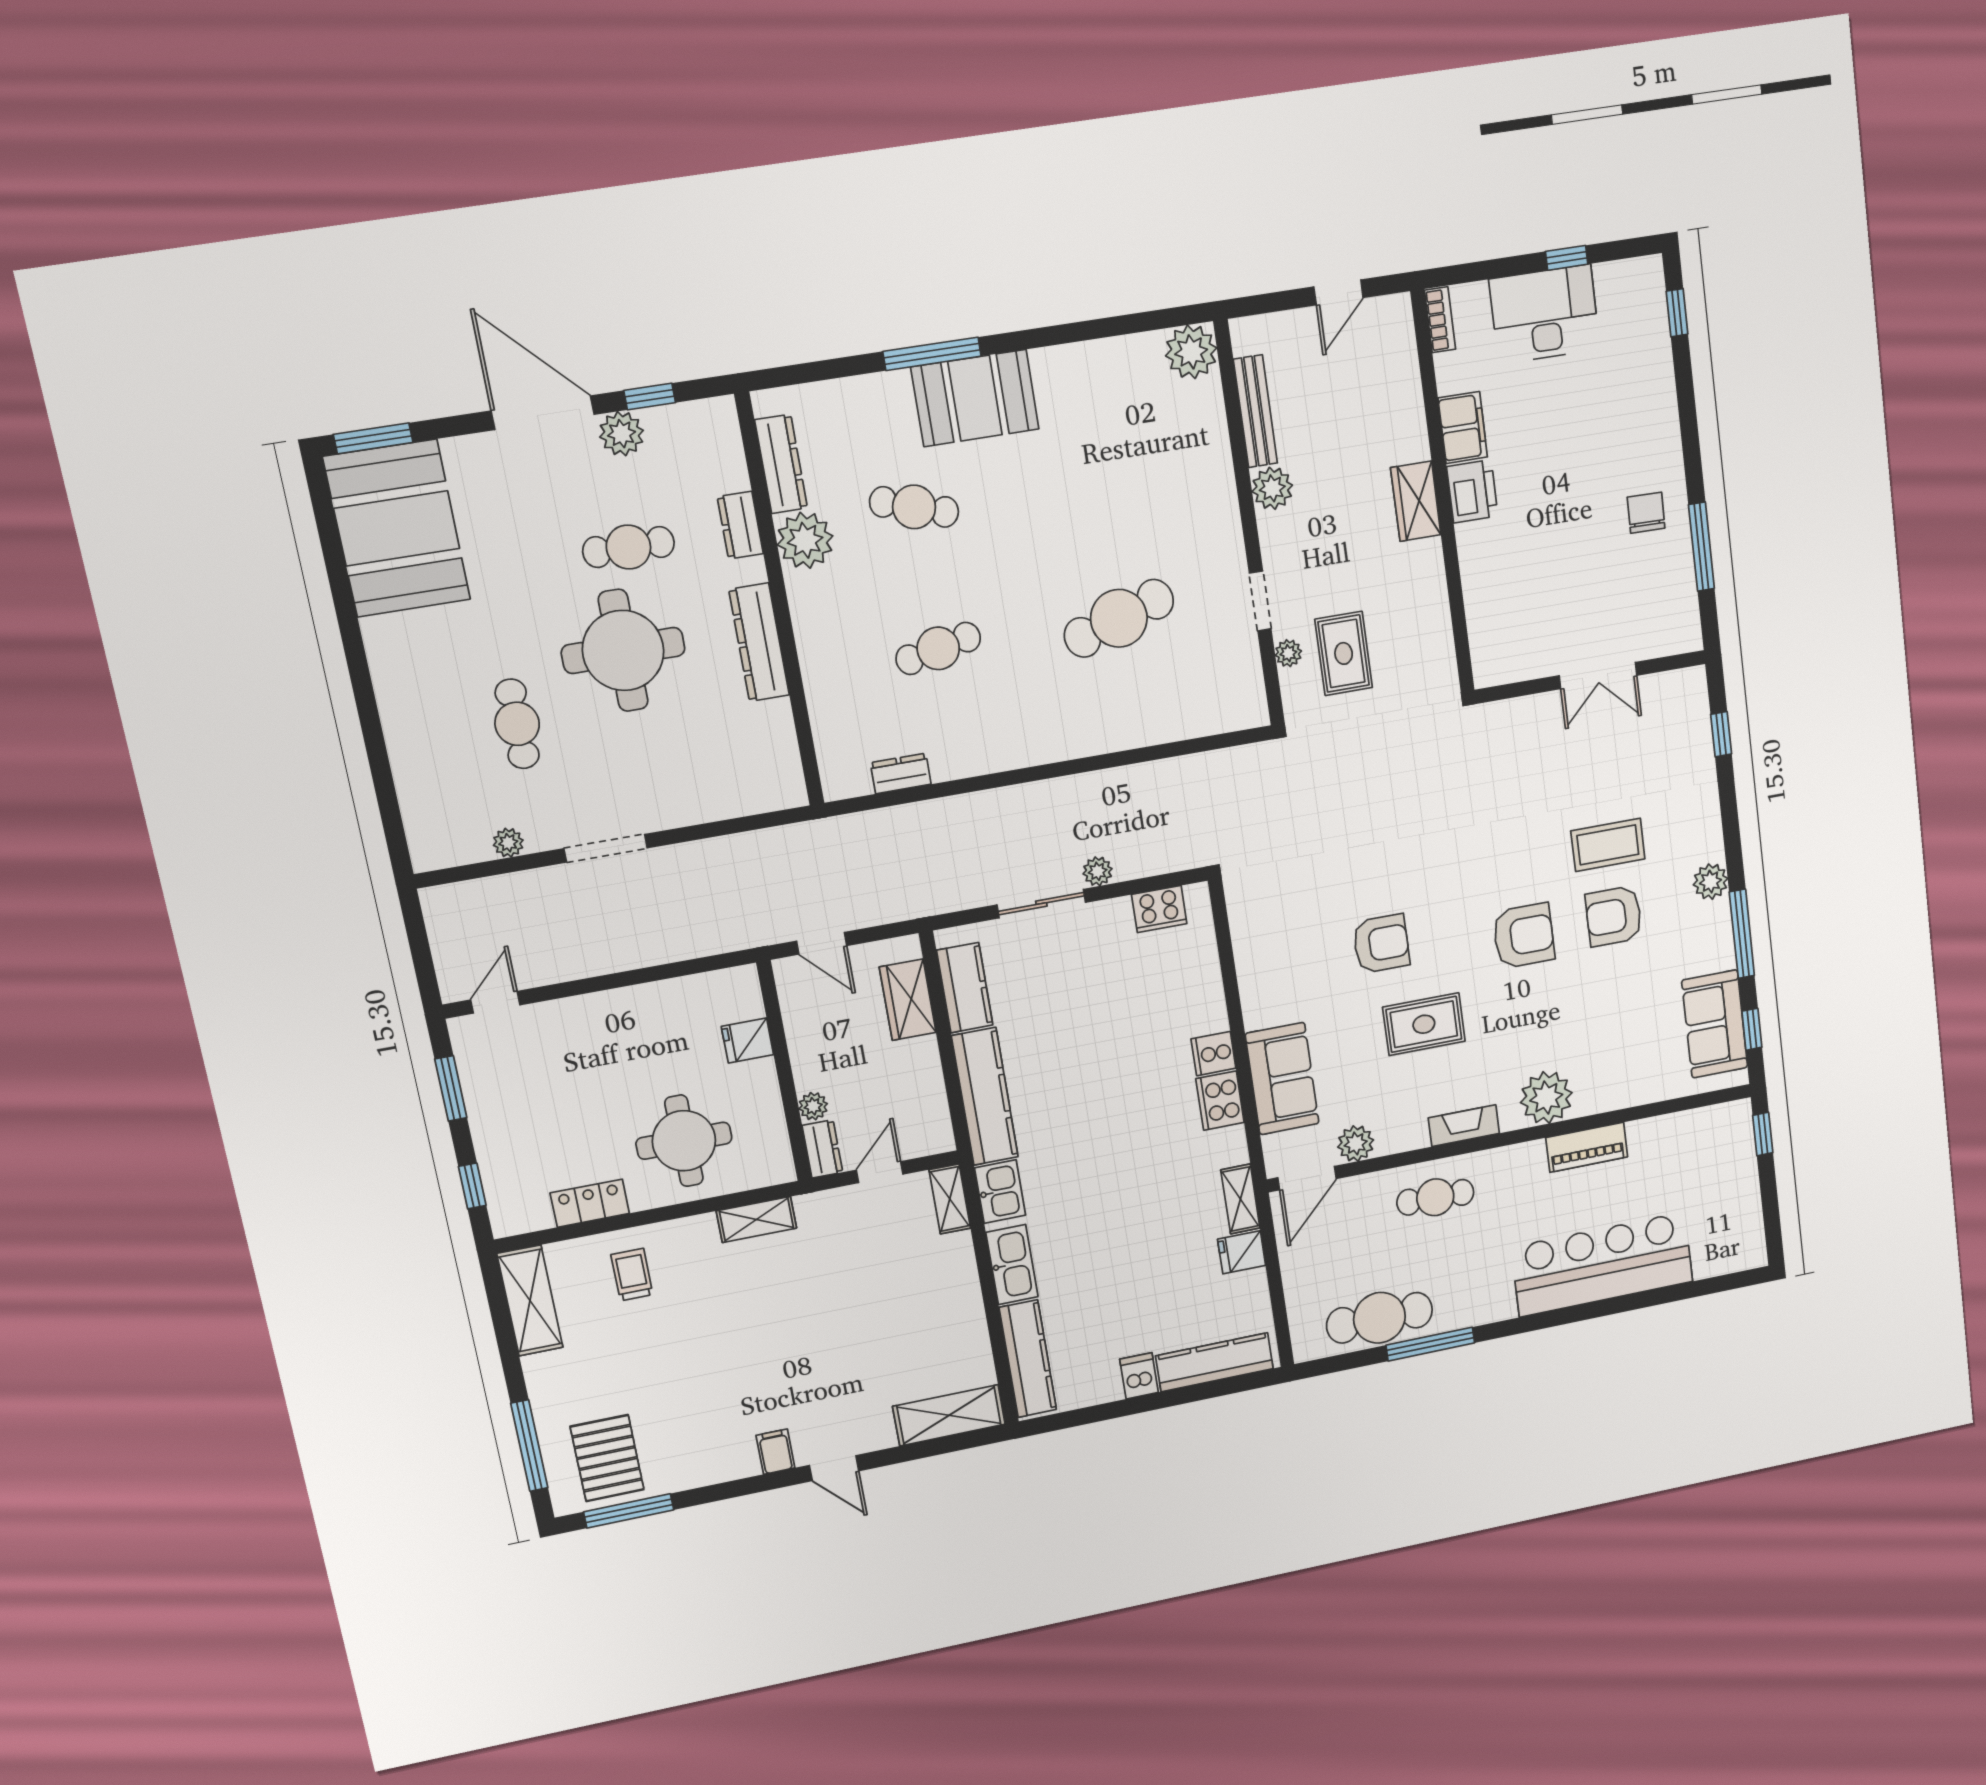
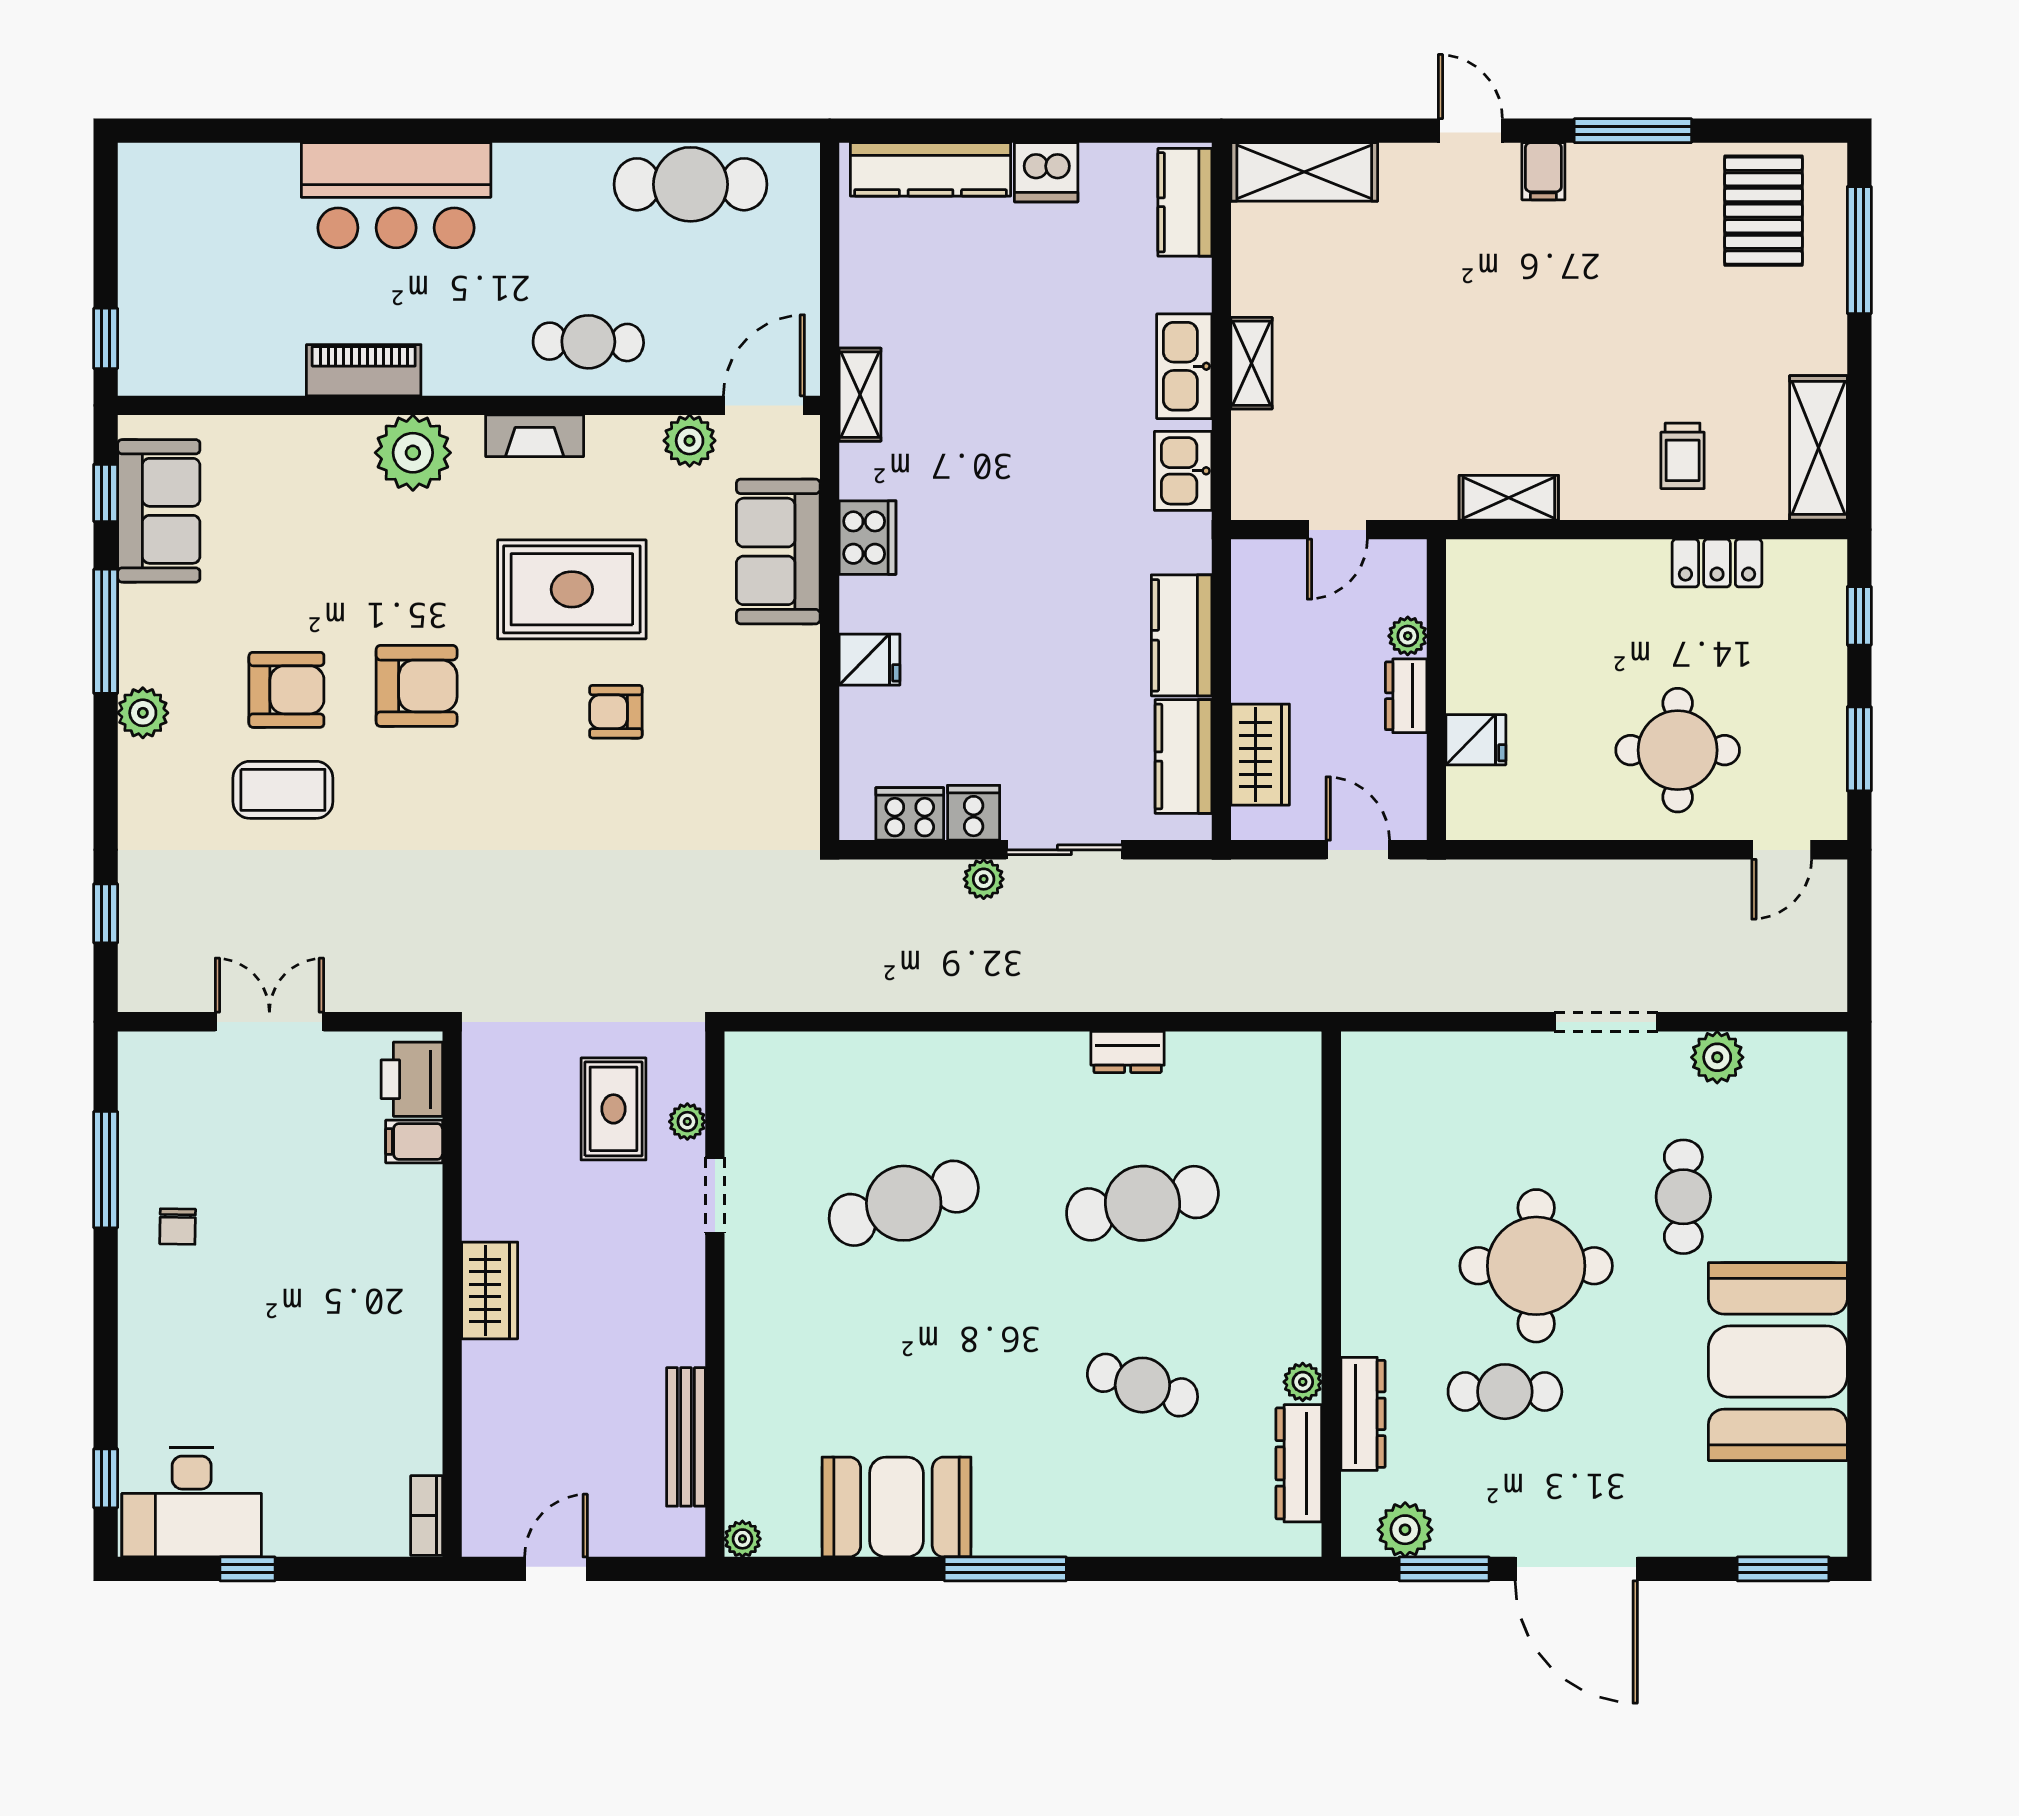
desk: (1545, 314) -> (192, 1502), moved
plant: (1191, 352) -> (742, 1539), width x0.53, depth x0.53
window: (932, 354) -> (1005, 1569), moved
window: (650, 397) -> (1444, 1569), width x1.50
booth: (975, 398) -> (896, 1507), moved
filing cabinet: (1463, 428) -> (414, 1142), moved, width x0.50
plant: (622, 434) -> (1405, 1530), moved
plant: (1272, 488) -> (678, 1337), removed
printer: (1472, 491) -> (412, 1079), moved
chair: (1646, 513) -> (178, 1227), width x0.73, depth x0.73
dresser: (740, 525) -> (1363, 1414), width x1.44
booth: (397, 528) -> (1778, 1362), moved
plant: (805, 540) -> (1303, 1382), width x0.53, depth x0.53
dresser: (759, 642) -> (1367, 1248), removed
cafe table: (938, 648) -> (1142, 1203), width x1.37, depth x1.35
dresser: (901, 773) -> (1128, 1052), moved
plant: (508, 843) -> (1717, 1057), width x1.38, depth x1.38
armchair: (1524, 936) -> (417, 686), turned 180
armchair: (1381, 944) -> (616, 712), width x0.72, depth x0.72
rug: (1424, 1024) -> (572, 589), width x1.36, depth x1.43
cooker: (1214, 1054) -> (974, 813), moved, turned -90
kitchen counter: (985, 1097) -> (1182, 635), width x0.67
round table: (684, 1141) -> (1678, 750), moved
dresser: (822, 1149) -> (1406, 696), moved
shelving: (950, 1199) -> (1252, 363), moved
fridge: (1242, 1252) -> (870, 660), moved
bar counter: (1602, 1264) -> (396, 195), width x0.73
window: (1430, 1344) -> (624, 131), removed
kitchen counter: (1028, 1359) -> (1185, 202), width x0.67
dishwasher: (1139, 1376) -> (1046, 172), width x1.38
window: (629, 1511) -> (1633, 131), moved

